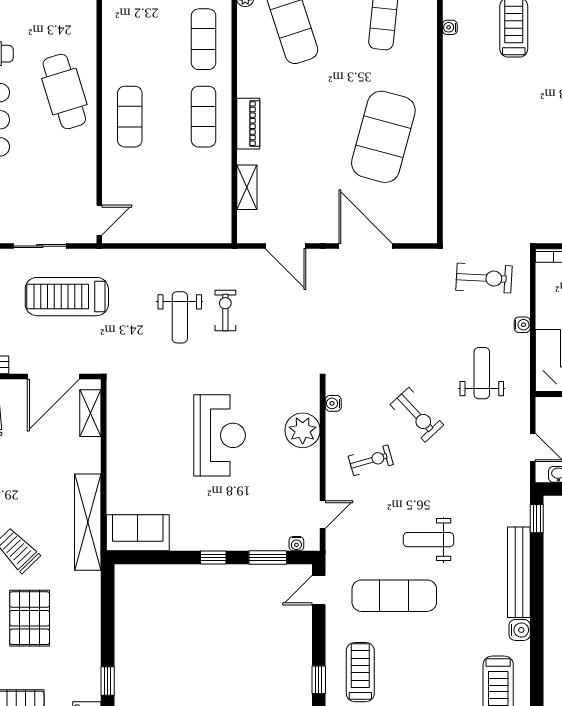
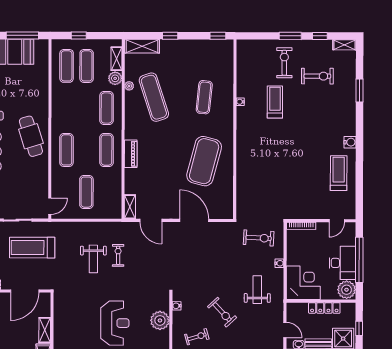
shelving: (247, 187) -> (130, 207), moved
exercise mat: (167, 194) -> (86, 192), added
shelving: (90, 413) -> (45, 330), moved

